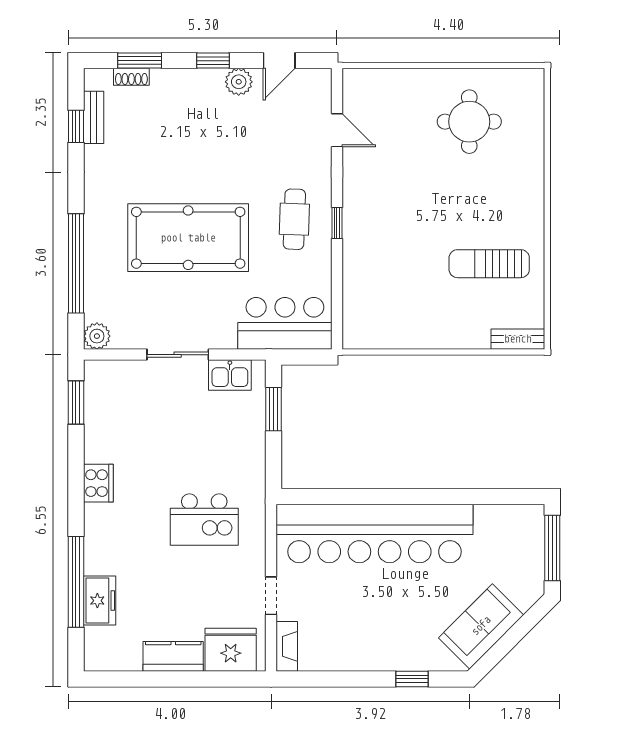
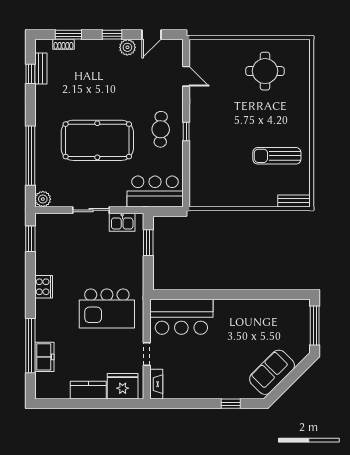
kitchen island: (204, 520) -> (107, 309), width x1.37, depth x1.28
bar counter: (374, 533) -> (181, 317), width x0.54

